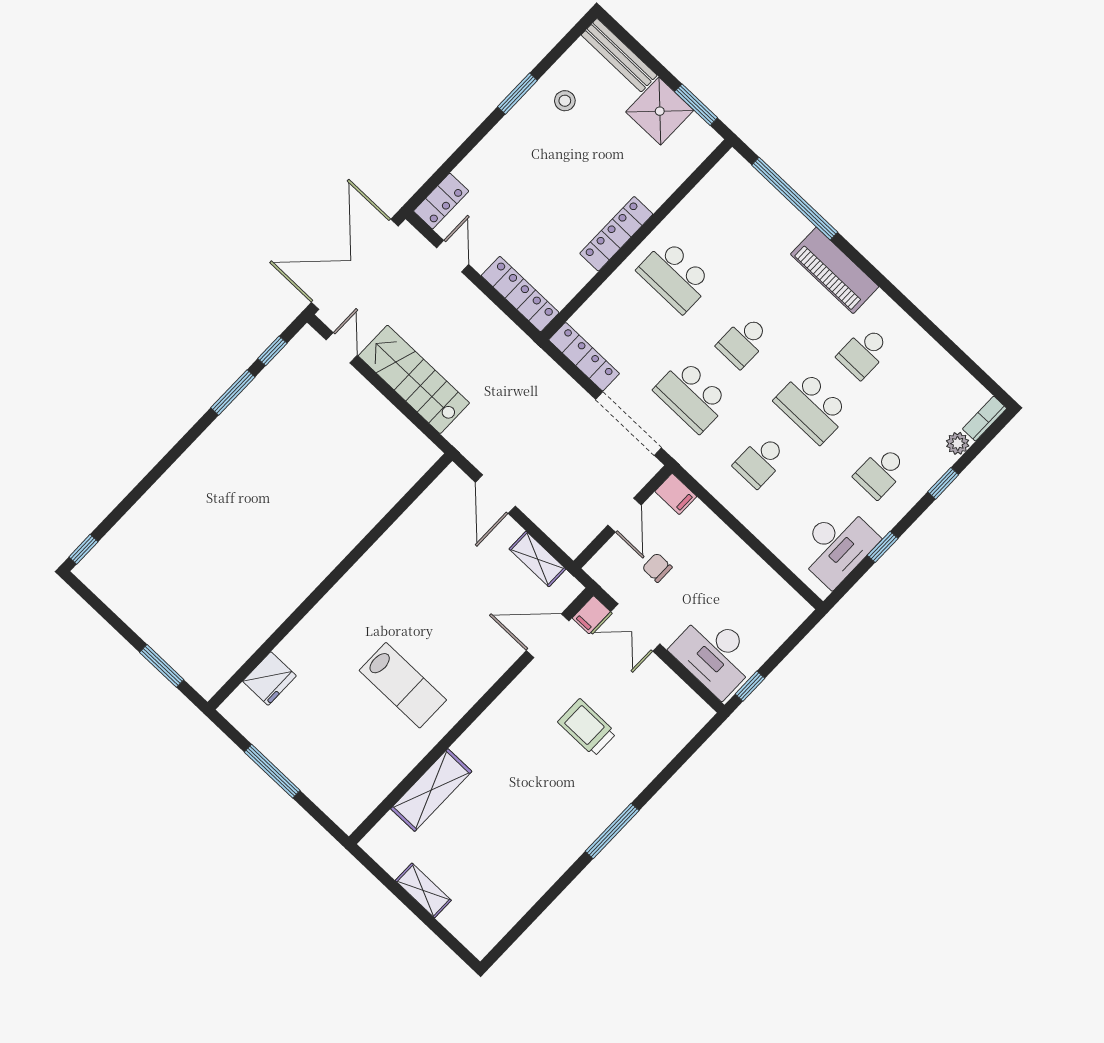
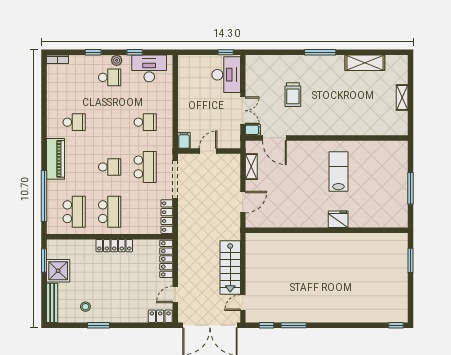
school desk: (812, 407) -> (74, 212), moved
plant: (958, 443) -> (117, 60), moved
chair: (657, 568) -> (215, 123), removed
fridge: (269, 679) -> (338, 219), moved
shelving: (431, 790) -> (365, 63), moved

